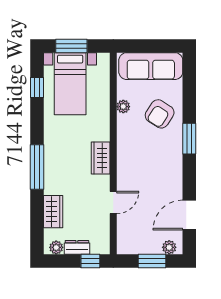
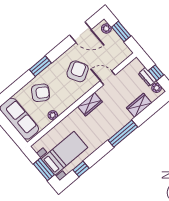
armchair: (149, 175) -> (78, 71), added
window: (90, 261) -> (156, 73), moved

